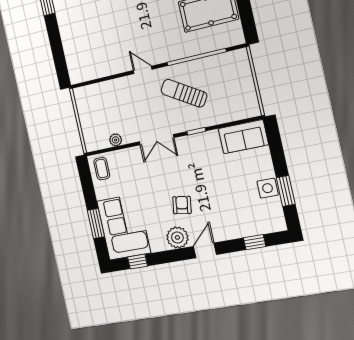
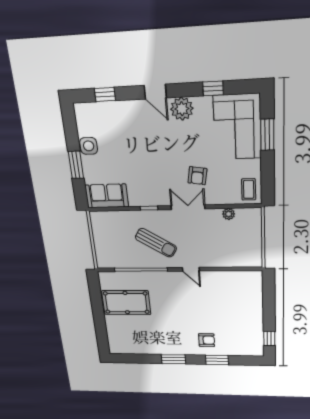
window: (286, 191) -> (76, 165), moved
armchair: (182, 205) -> (197, 176), moved
door: (205, 250) -> (155, 92), hinge flipped
window: (138, 262) -> (213, 88), moved

